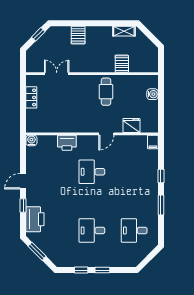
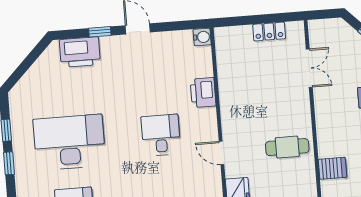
desk: (92, 230) -> (69, 142), width x1.87, depth x1.30
window: (37, 251) -> (30, 59), removed

